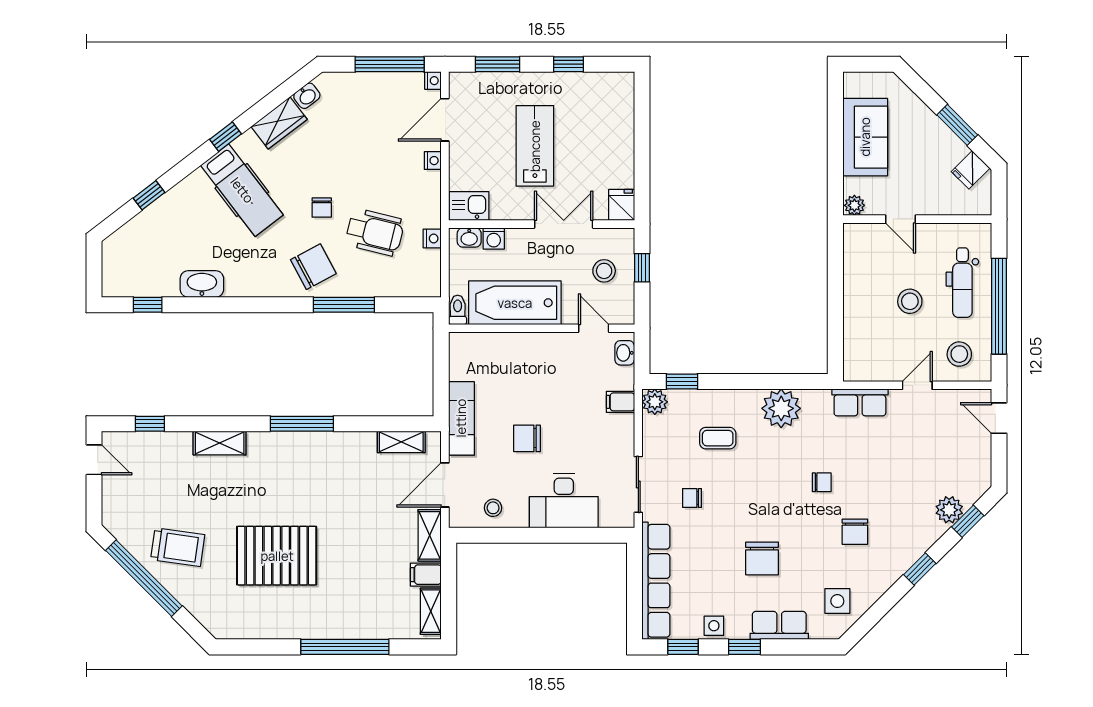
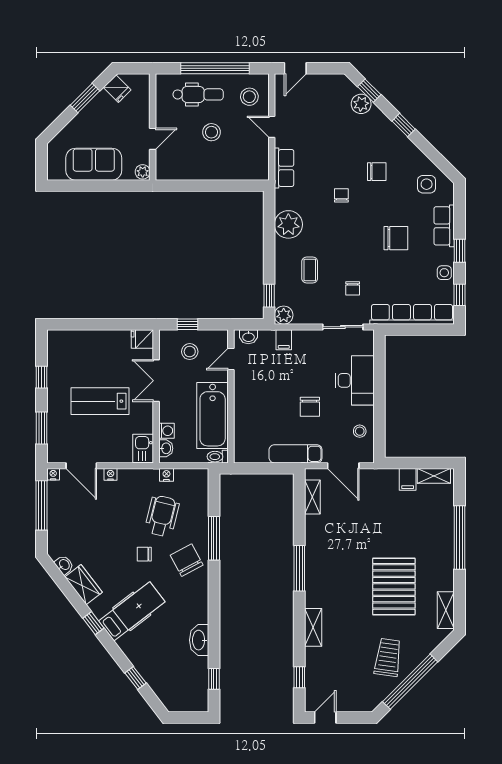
chair: (322, 208) -> (144, 554), turned 180
shelving: (430, 535) -> (446, 610), moved, turned 90

